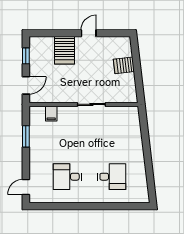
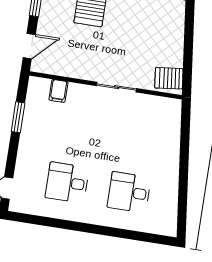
server rack: (124, 65) -> (169, 78), moved
desk: (112, 177) -> (129, 192), turned 180

